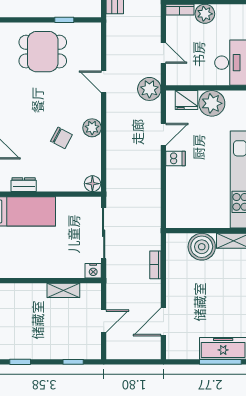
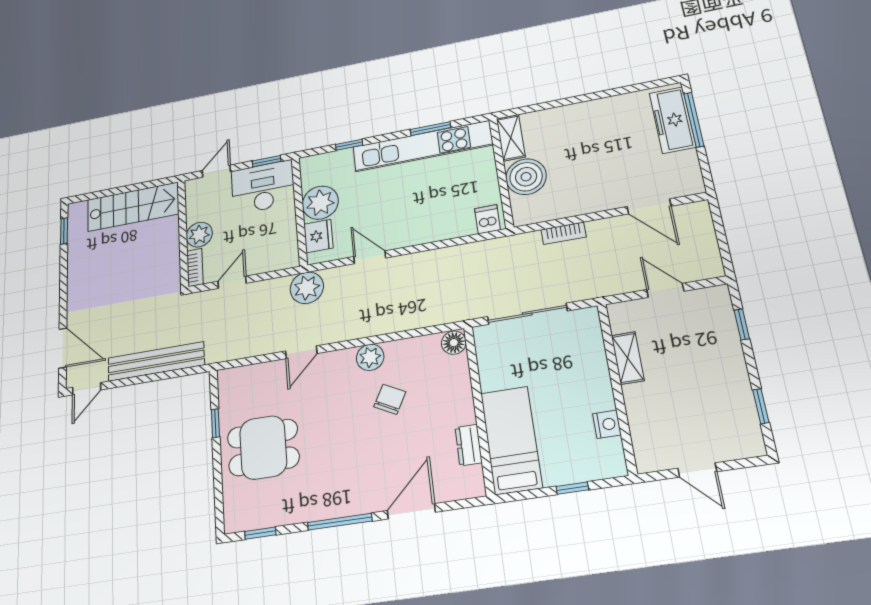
dining table: (43, 52) -> (263, 447), turned 90
door: (163, 53) -> (232, 282), moved
dishwasher: (176, 159) -> (487, 219), moved
nightstand: (93, 271) -> (607, 424), moved

